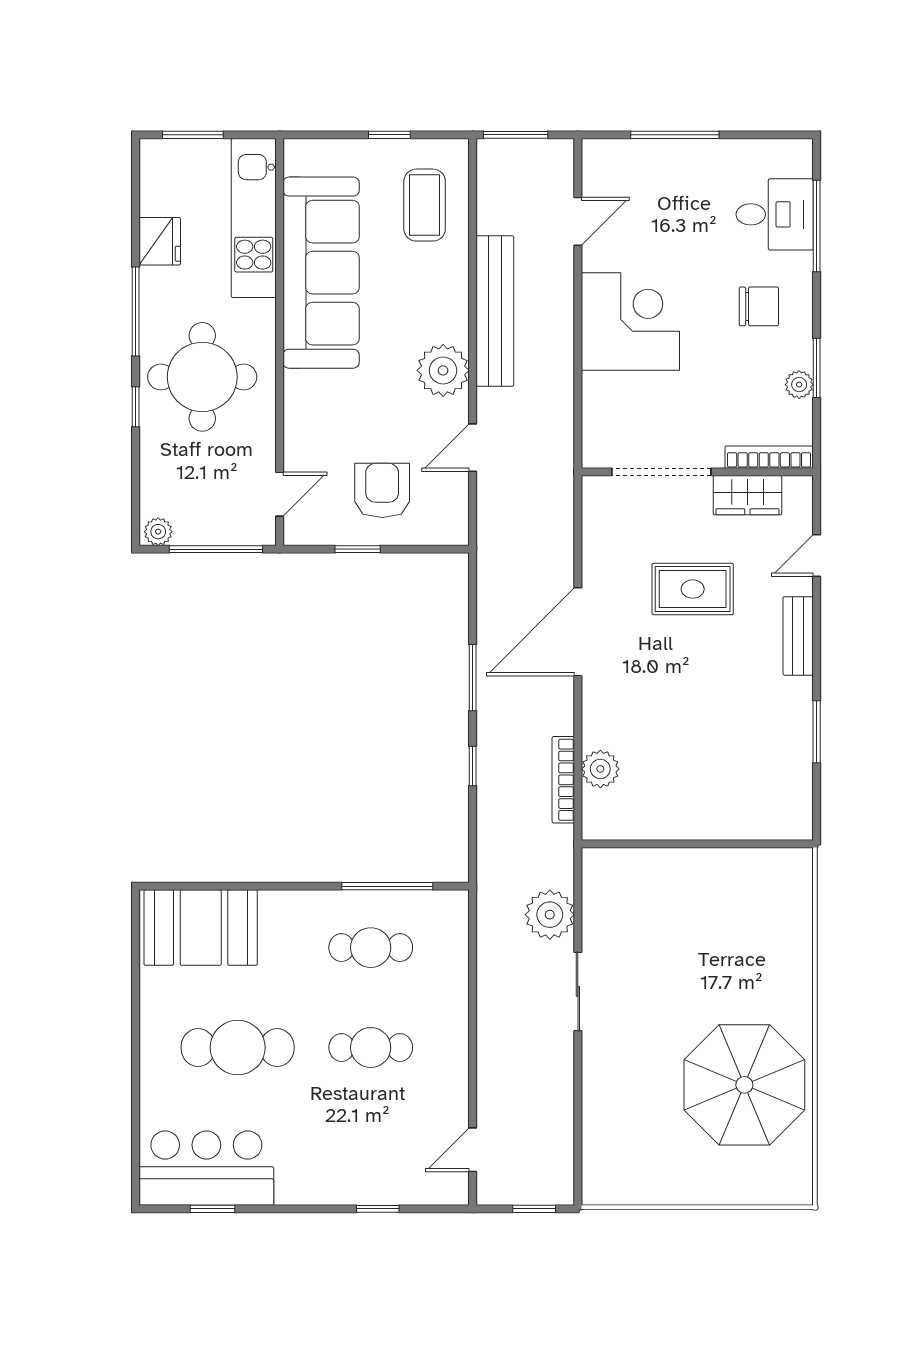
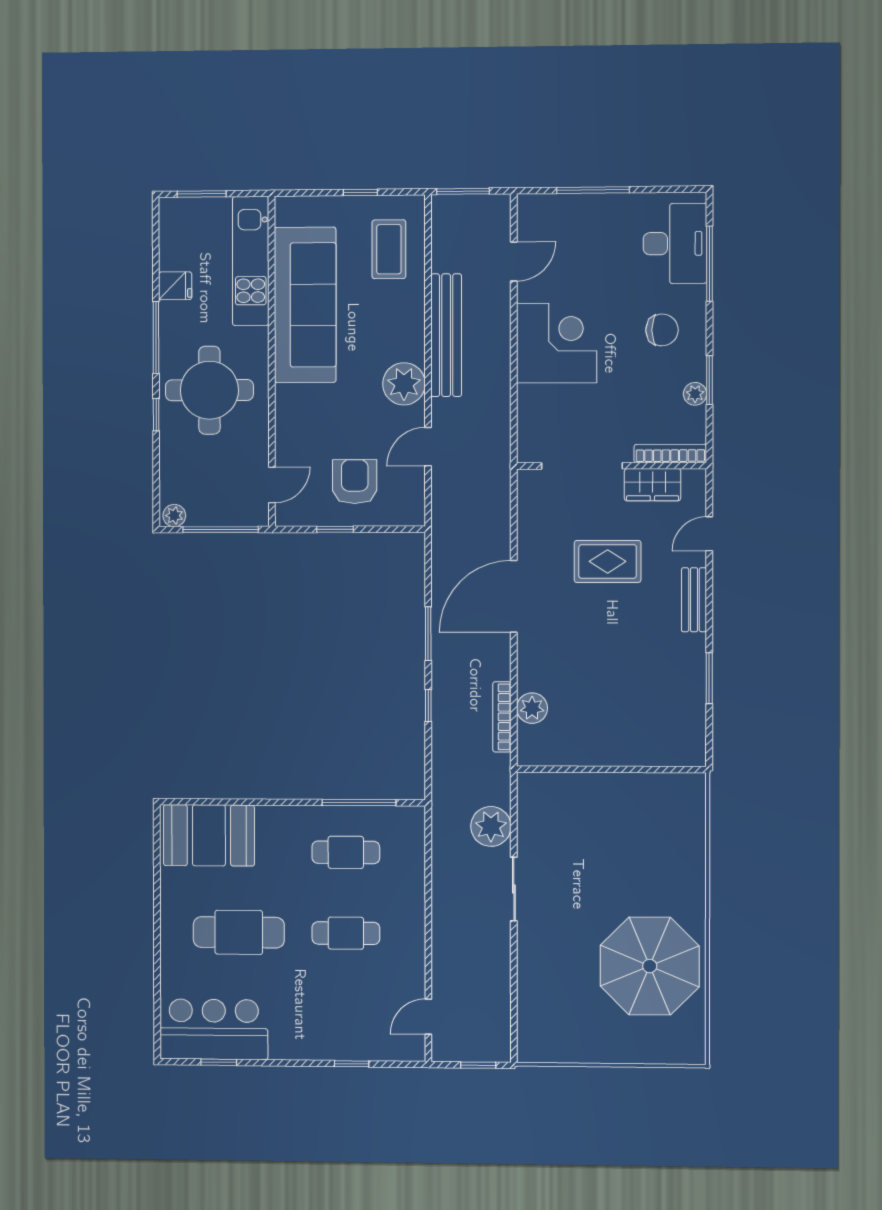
desk: (775, 214) -> (675, 244), width x1.37
fridge: (160, 241) -> (175, 286), width x0.72

